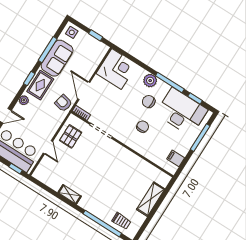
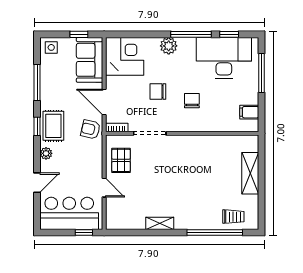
sofa: (57, 58) -> (90, 60), moved, turned 180
chair: (149, 102) -> (158, 91), moved

